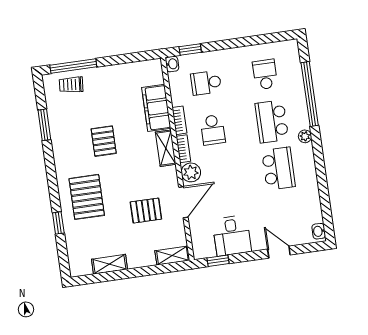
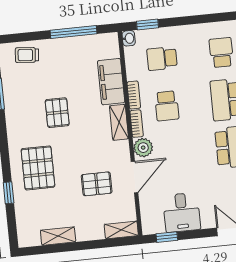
window: (73, 66) -> (73, 32), moved

